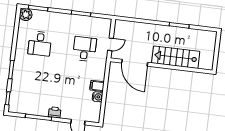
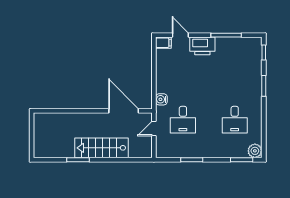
desk: (40, 44) -> (235, 120), turned 180
stairs: (176, 57) -> (102, 148), moved, turned 180
filing cabinet: (97, 86) -> (163, 43), moved
water cooler: (98, 97) -> (161, 99), moved
printer: (55, 112) -> (202, 46), width x1.87, depth x1.48

